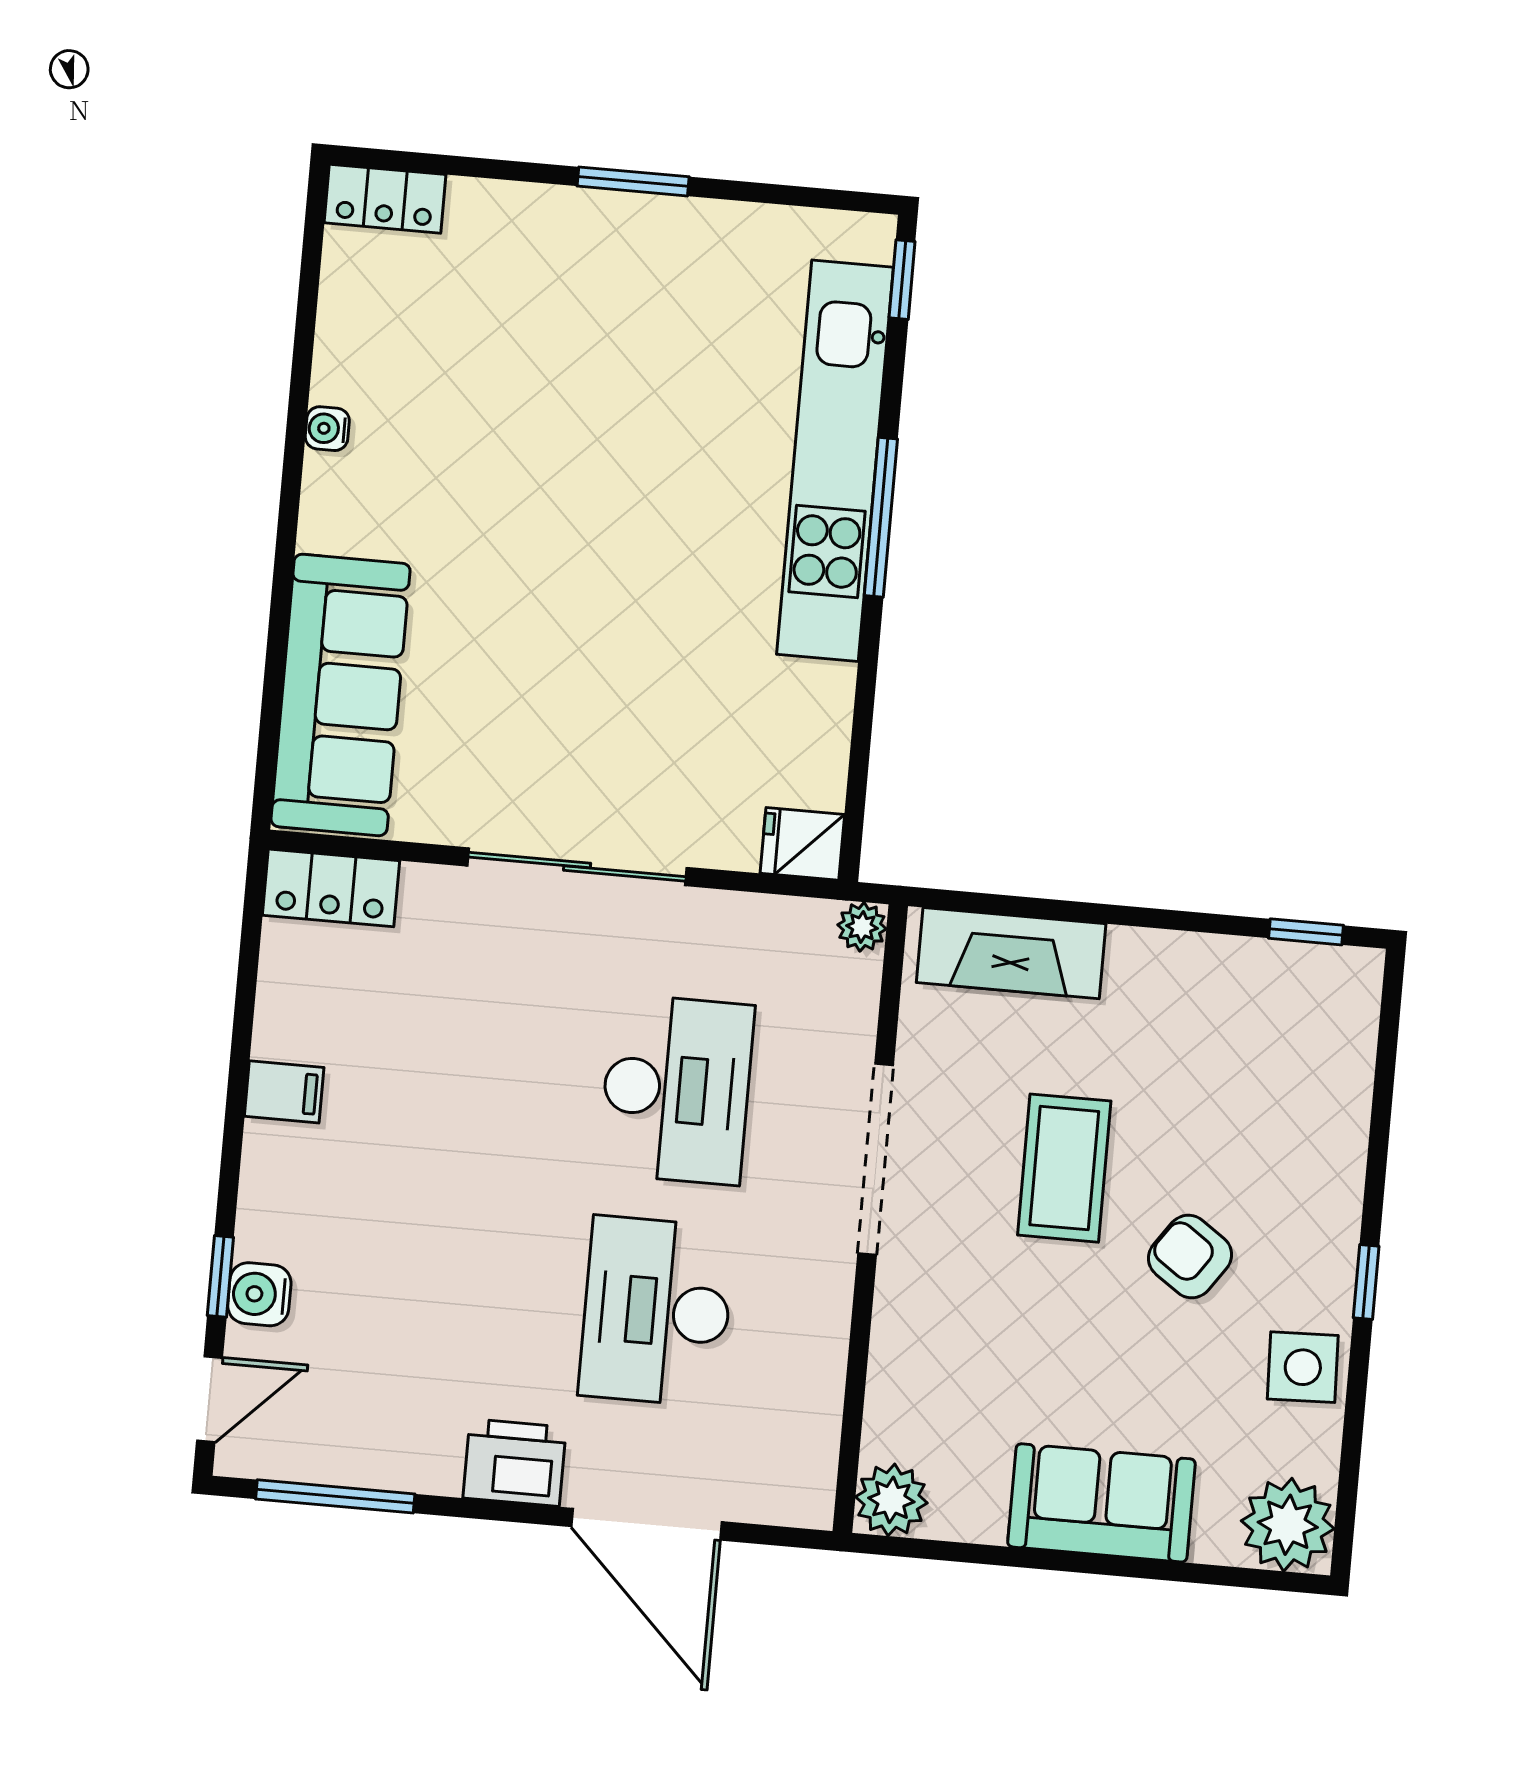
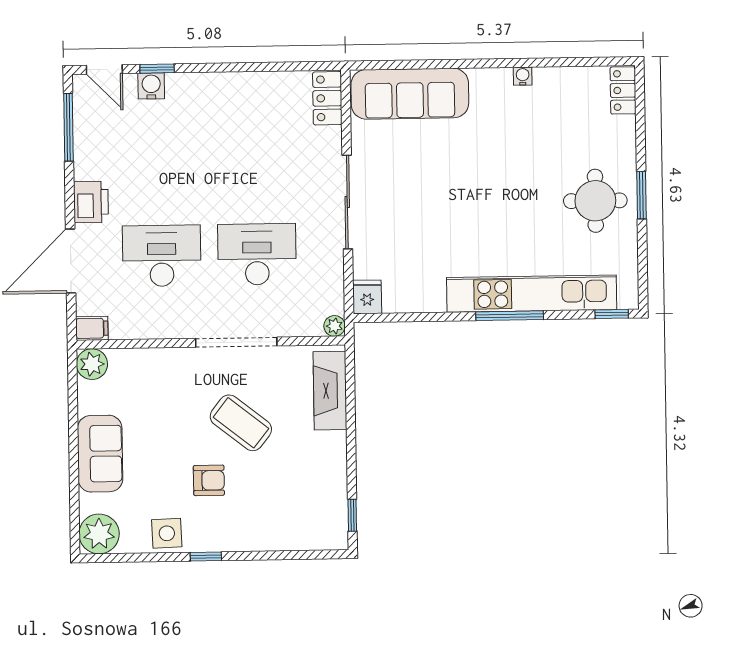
round table: (635, 290) -> (595, 201), added
desk: (676, 1089) -> (257, 254), turned 180
filing cabinet: (284, 1092) -> (92, 328), moved, turned -90
coffee table: (1064, 1168) -> (241, 423), turned 38
armchair: (1190, 1256) -> (209, 480), turned 55

